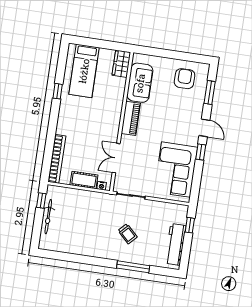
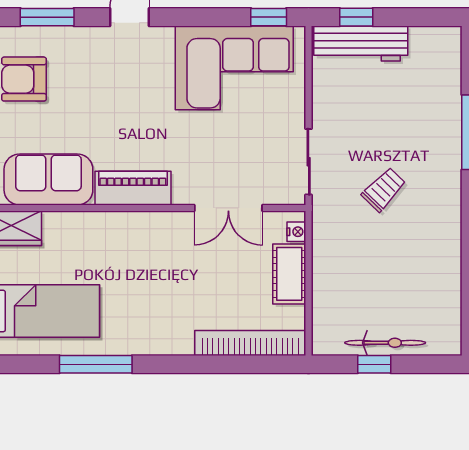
window: (58, 91) -> (96, 364), width x2.17
window: (201, 152) -> (269, 17), moved
window: (41, 200) -> (374, 364), moved
trolley: (128, 234) -> (384, 189), moved
workbench: (175, 244) -> (361, 43), moved

